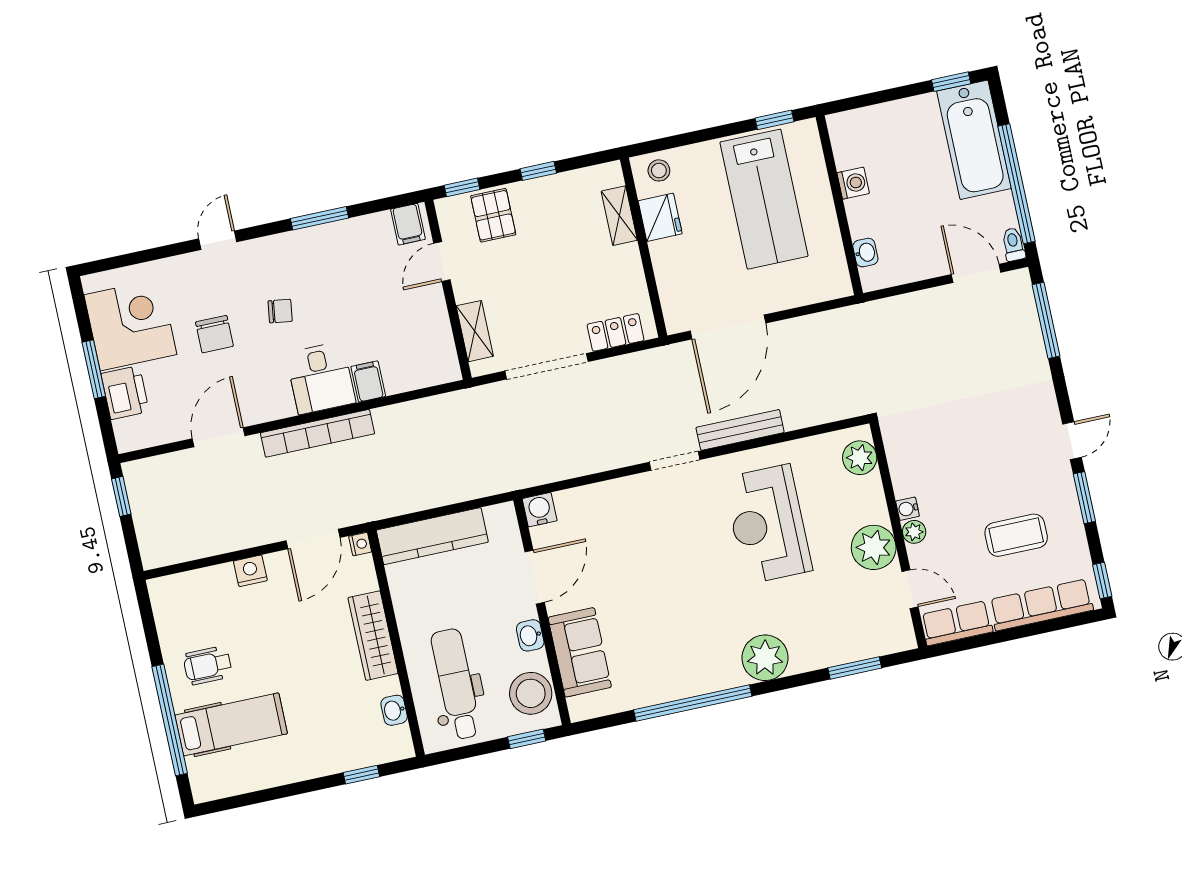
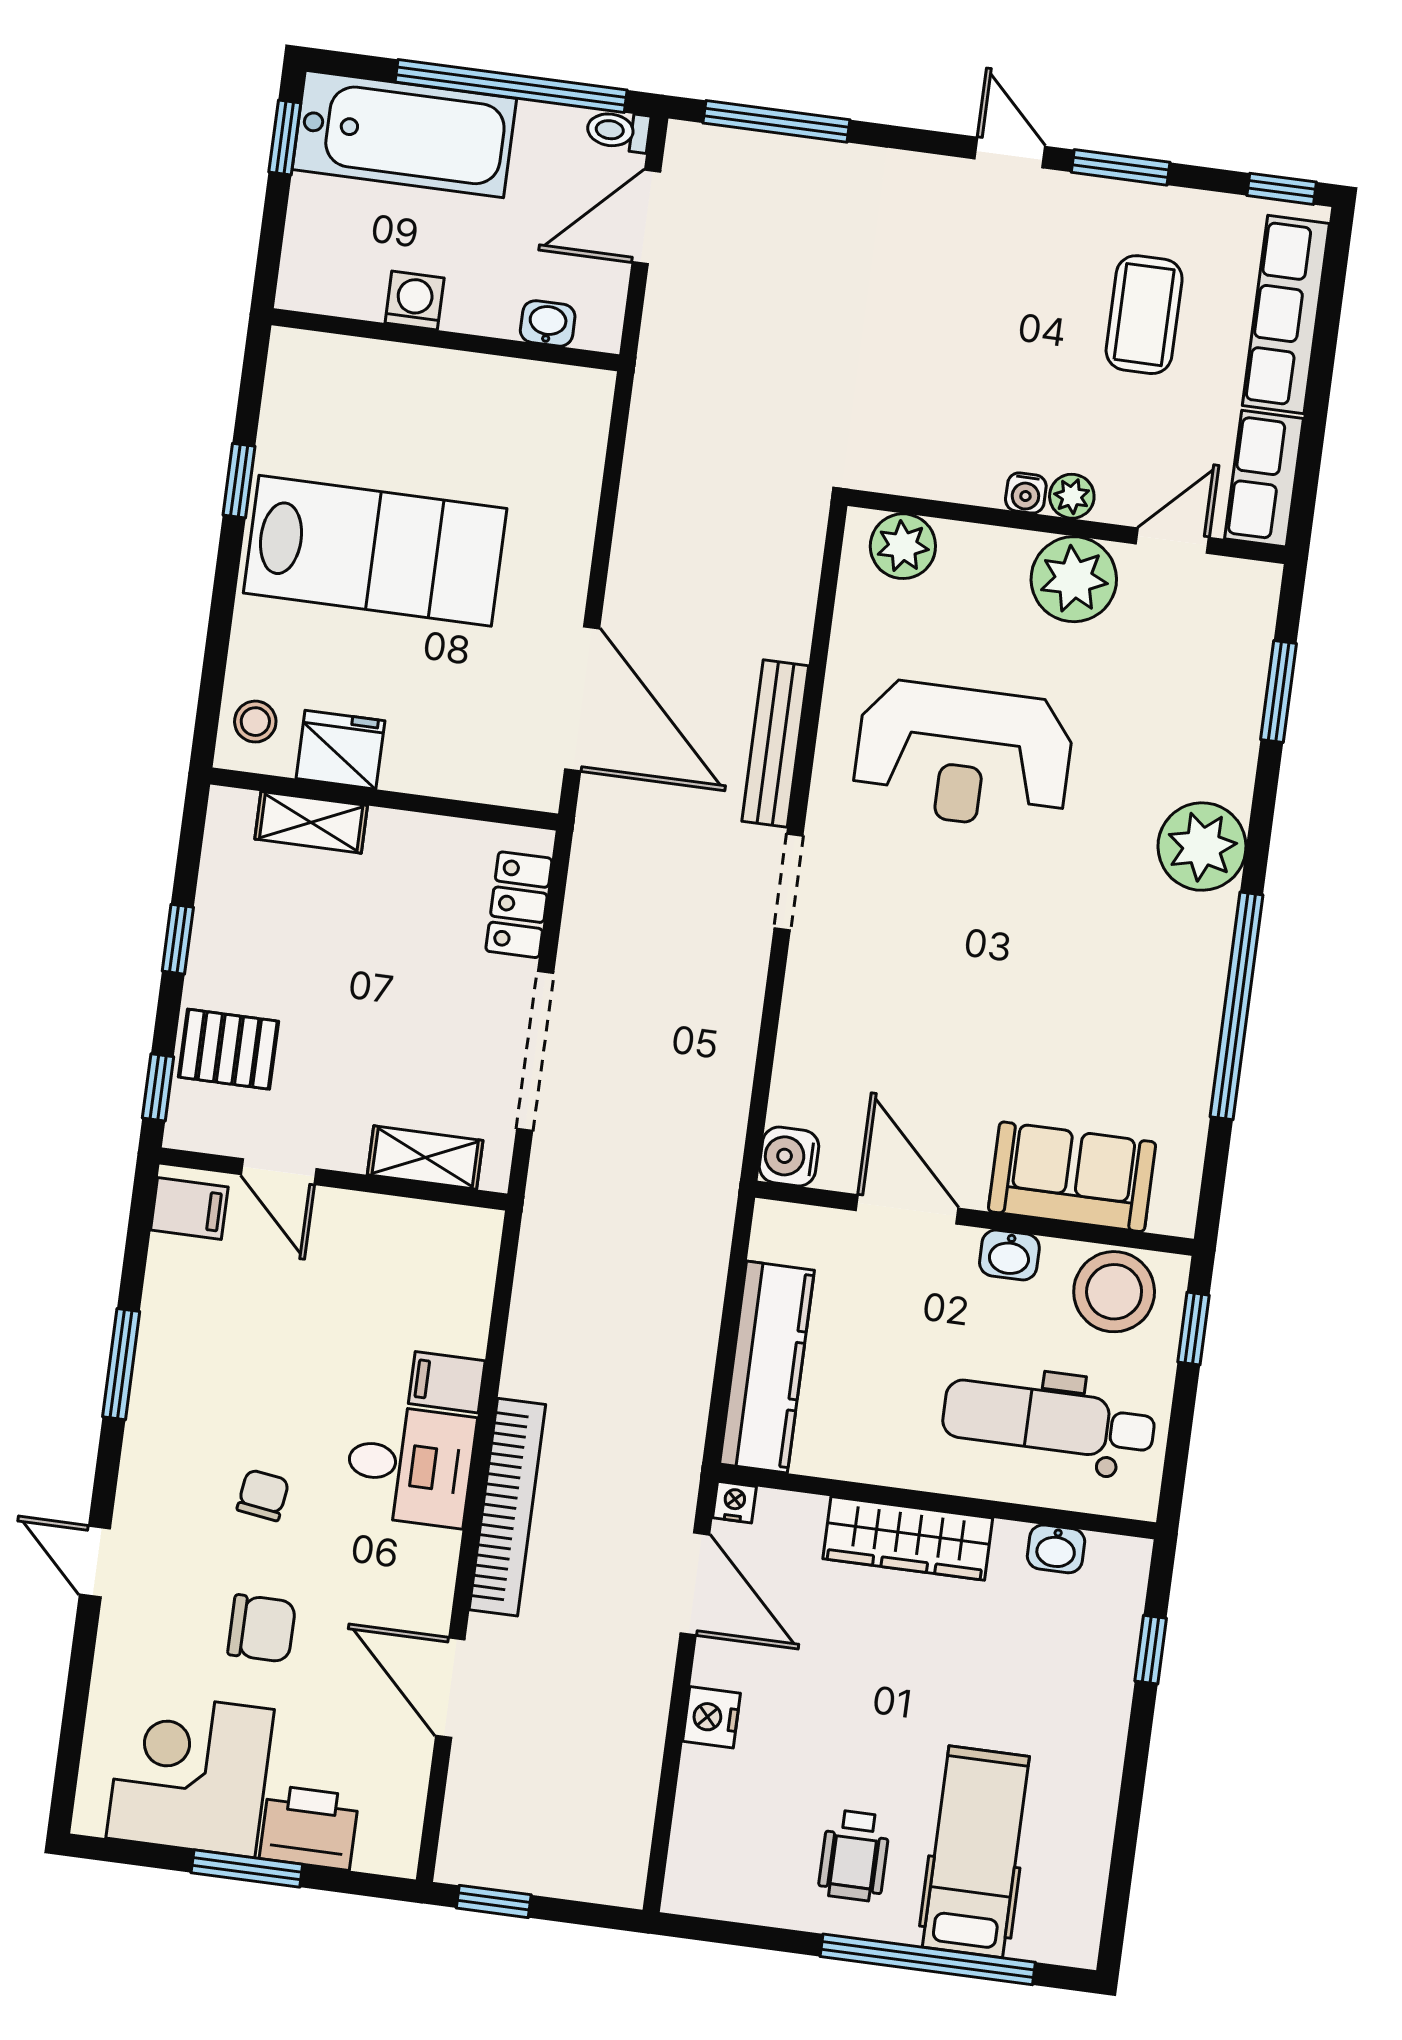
washing machine: (853, 183) -> (415, 301), moved
wall: (839, 205) -> (445, 340), moved
washbasin: (865, 253) -> (548, 323), moved

